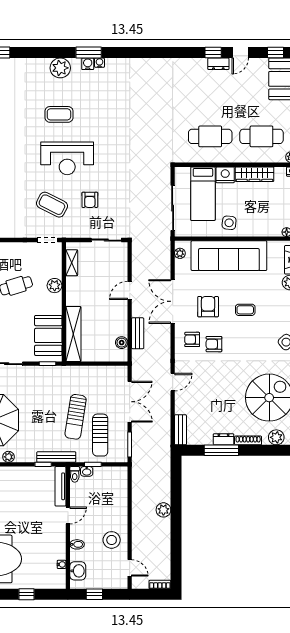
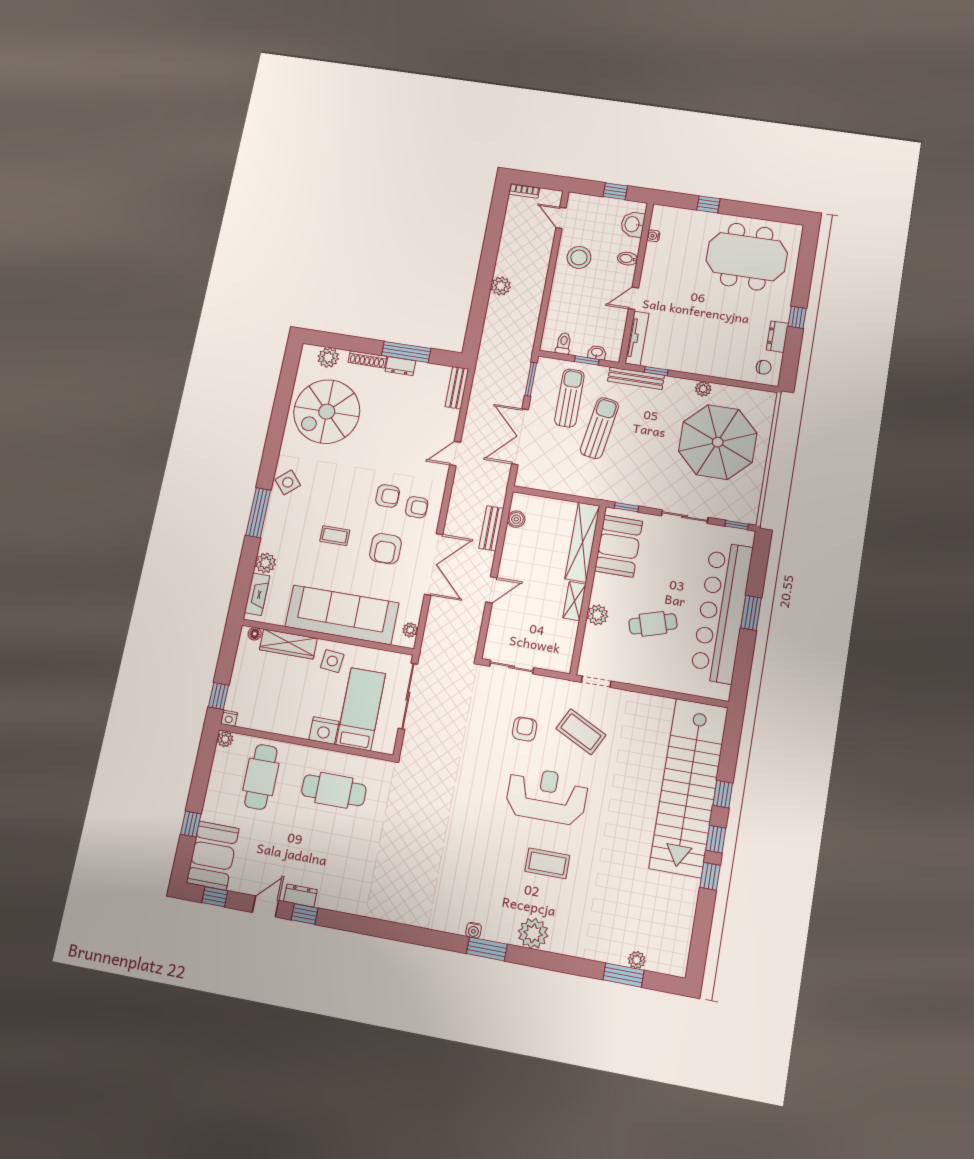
water cooler: (88, 64) -> (491, 932), removed
cafe table: (261, 136) -> (261, 777), turned 90
wardrobe: (255, 174) -> (288, 644), moved, turned 180
shelving: (72, 263) -> (574, 601), moved
toilet: (75, 474) -> (563, 343), moved

